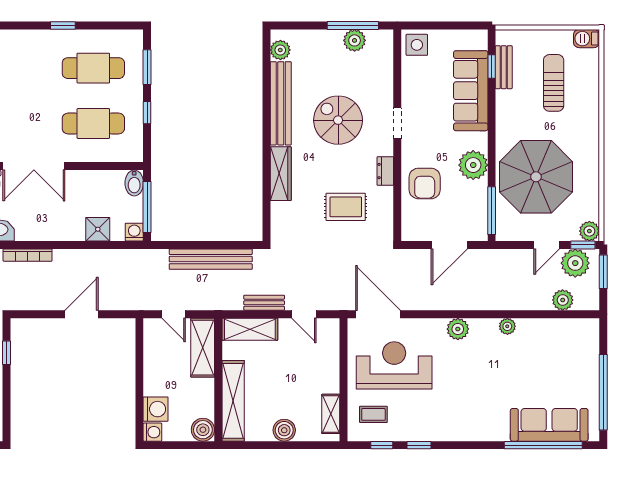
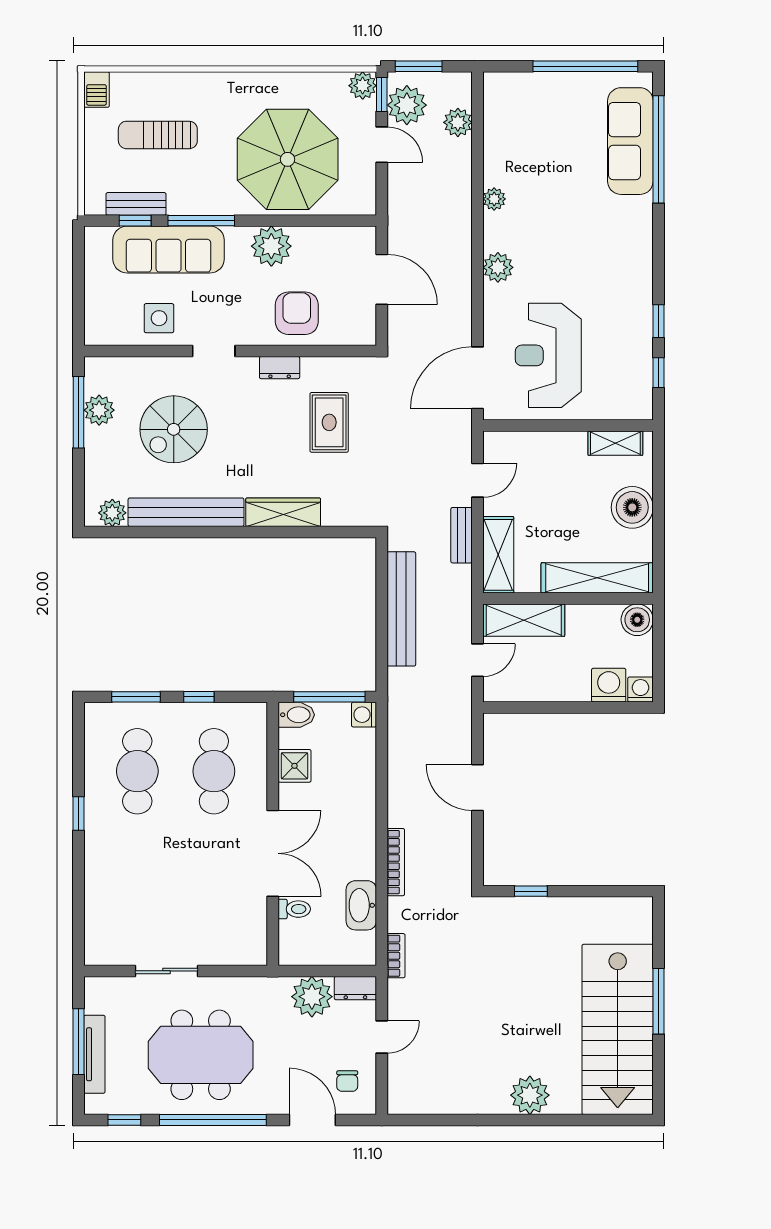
side table: (417, 45) -> (159, 318), moved
spiral stairs: (338, 120) -> (174, 429), moved
armchair: (425, 183) -> (297, 313), turned -90
window: (492, 211) -> (201, 221), moved
shower: (98, 229) -> (294, 766), moved
coffee table: (373, 414) -> (616, 384), removed
boiler: (284, 430) -> (632, 507), width x1.37, depth x1.37

